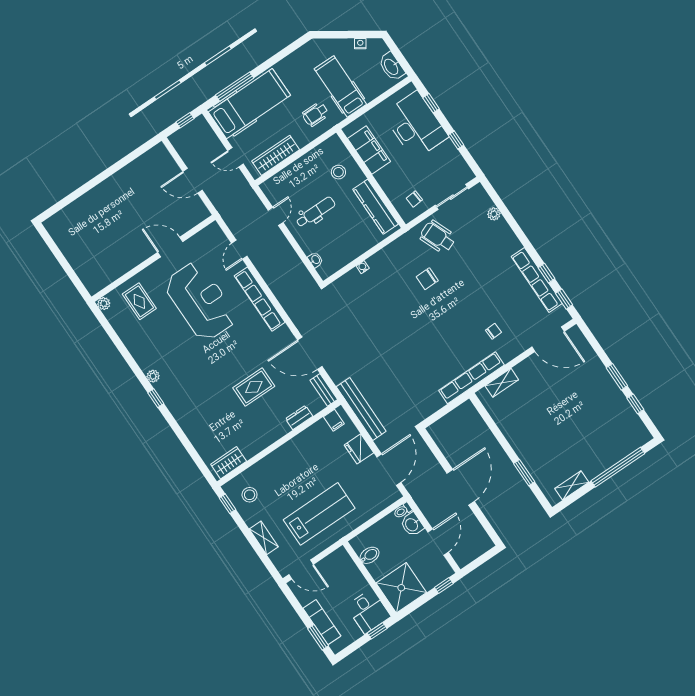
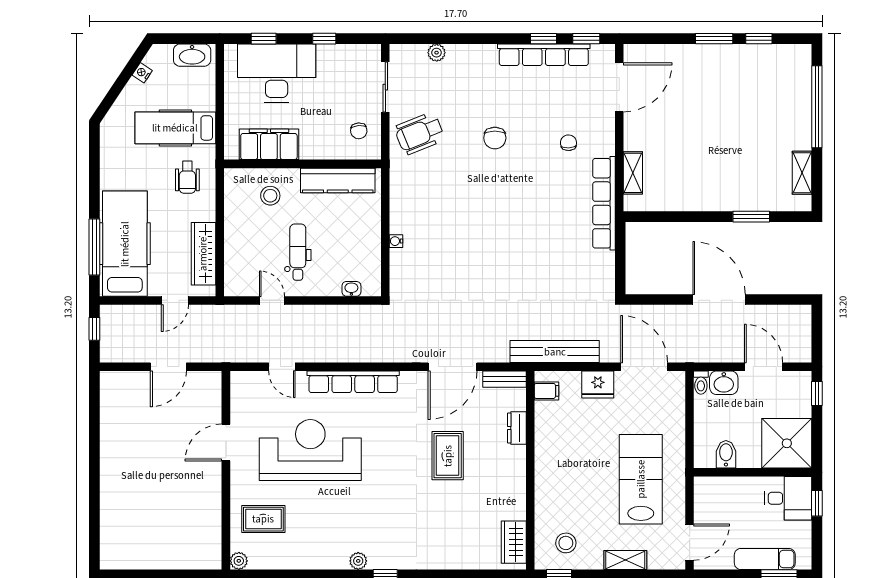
chair: (427, 279) -> (495, 138), moved

